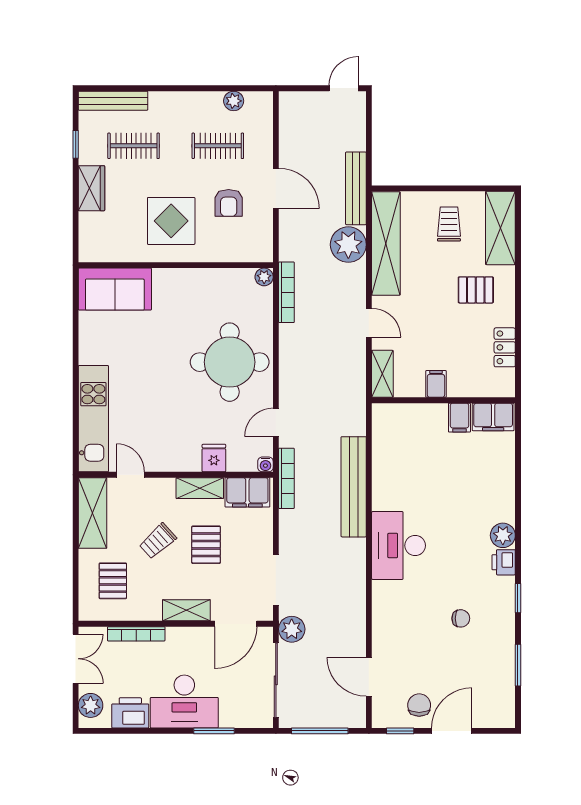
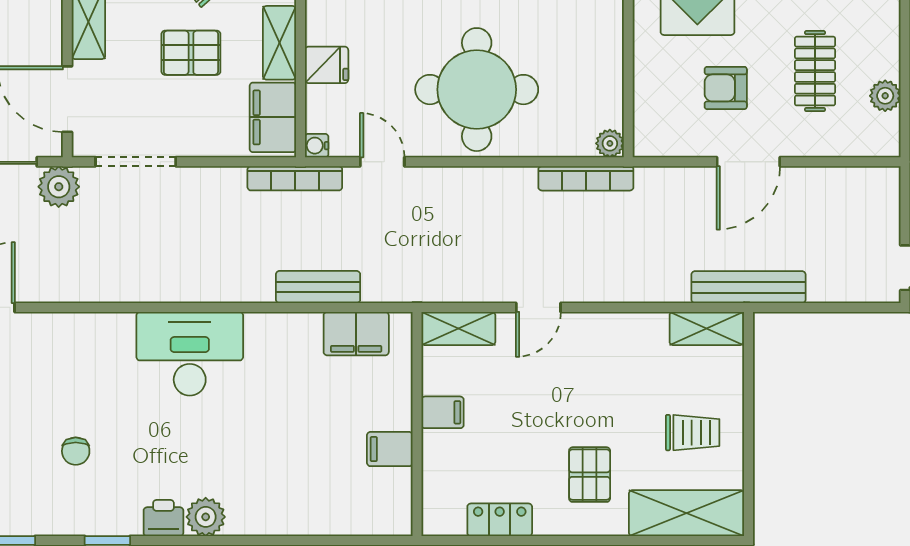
shelving: (386, 243) -> (706, 328), width x0.45, depth x0.75
plant: (348, 245) -> (661, 275), removed
filing cabinet: (493, 417) -> (356, 334), moved, turned -90
bench: (354, 487) -> (318, 287), width x0.54, depth x0.82

